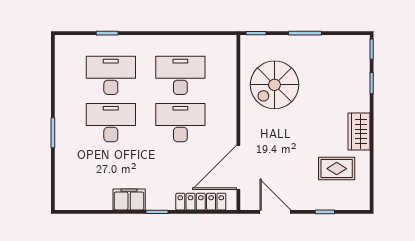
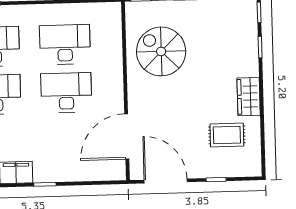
spiral stairs: (274, 85) -> (161, 51), turned 90
locker: (201, 202) -> (89, 173), removed
door: (275, 212) -> (166, 181), width x1.36

